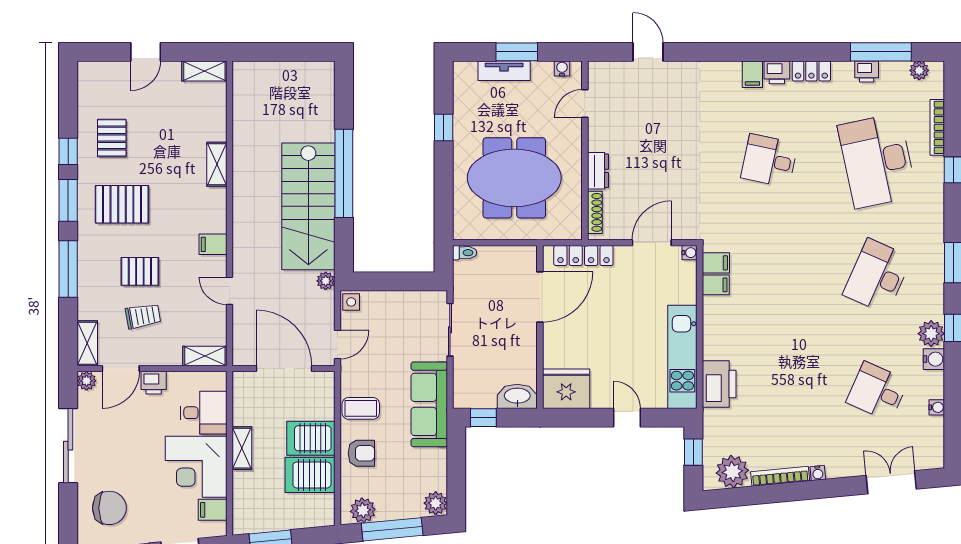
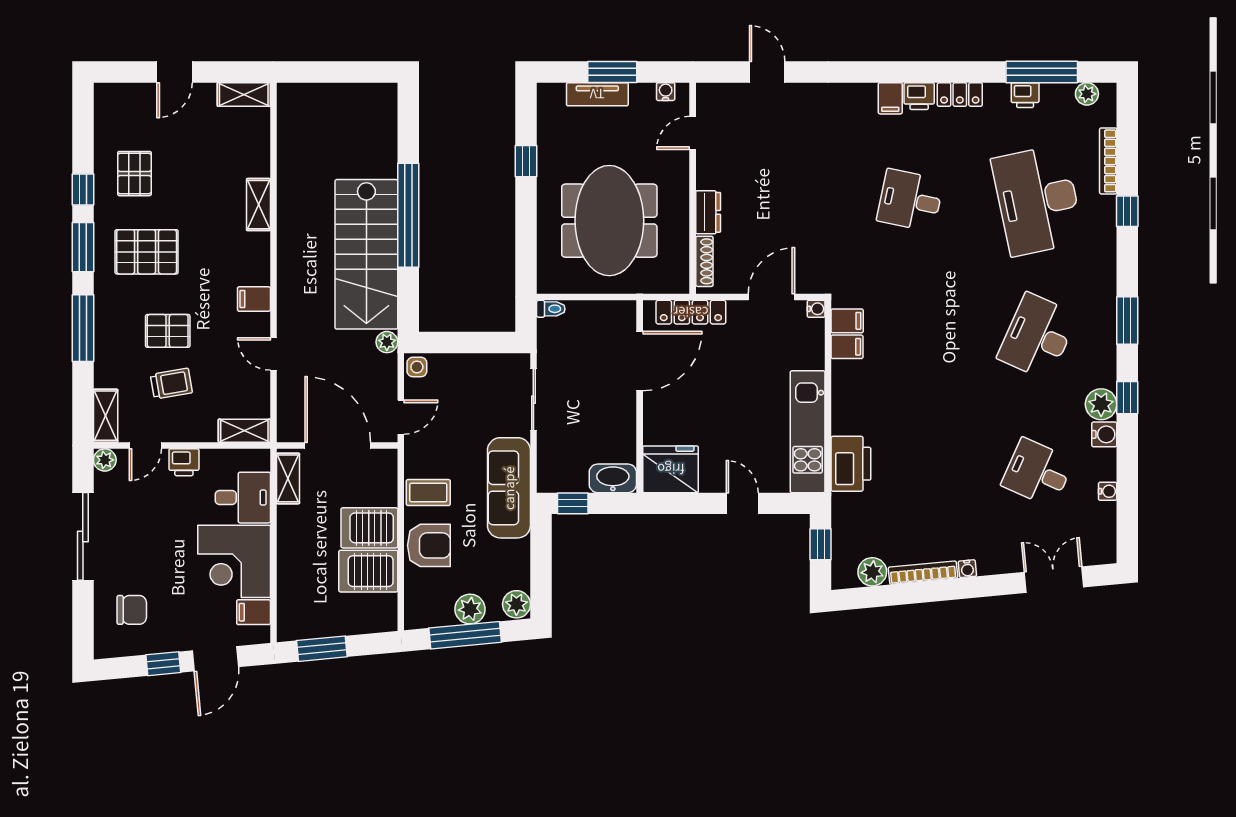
meeting table: (514, 178) -> (609, 221), turned 90
door: (121, 369) -> (145, 446), width x0.73
shelving: (242, 448) -> (288, 478), moved
armchair: (361, 453) -> (429, 545), width x1.38, depth x1.38
plant: (732, 472) -> (872, 572), width x0.73, depth x0.73
chair: (109, 508) -> (132, 610), width x0.73, depth x0.73
plant: (363, 510) -> (470, 609), moved

